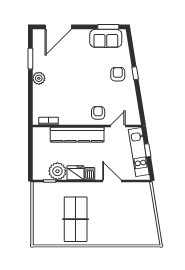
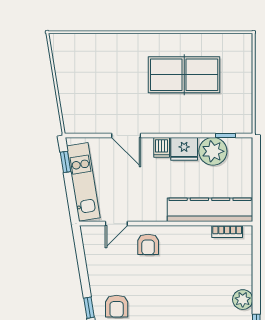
kitchen counter: (77, 135) -> (210, 210), moved
window: (148, 150) -> (65, 162), moved
table tennis table: (76, 219) -> (184, 75), turned 90

